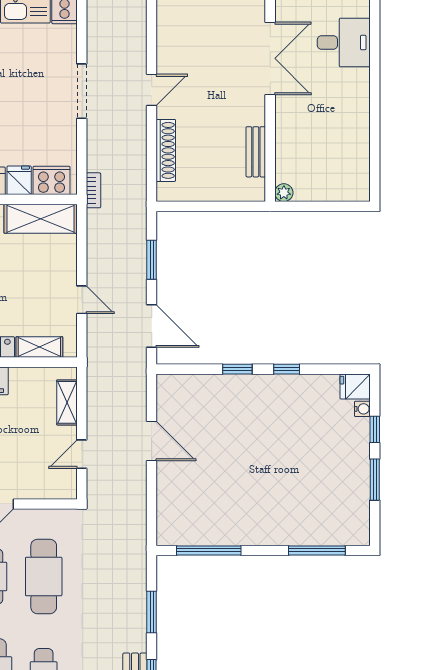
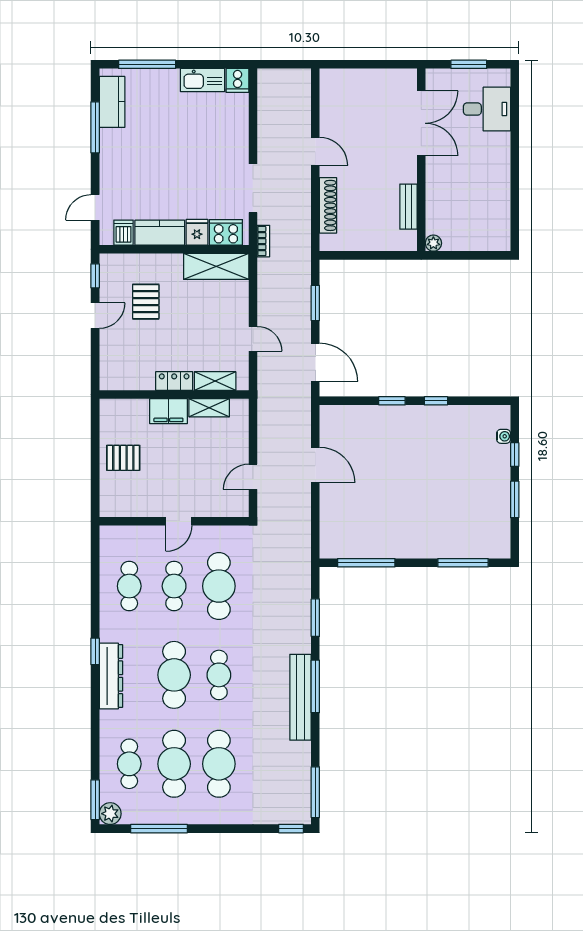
door: (152, 90) -> (315, 151), hinge flipped
doorway: (82, 91) -> (253, 188), moved
fridge: (355, 387) -> (497, 416), removed
shelving: (67, 402) -> (209, 408), moved, turned 90

